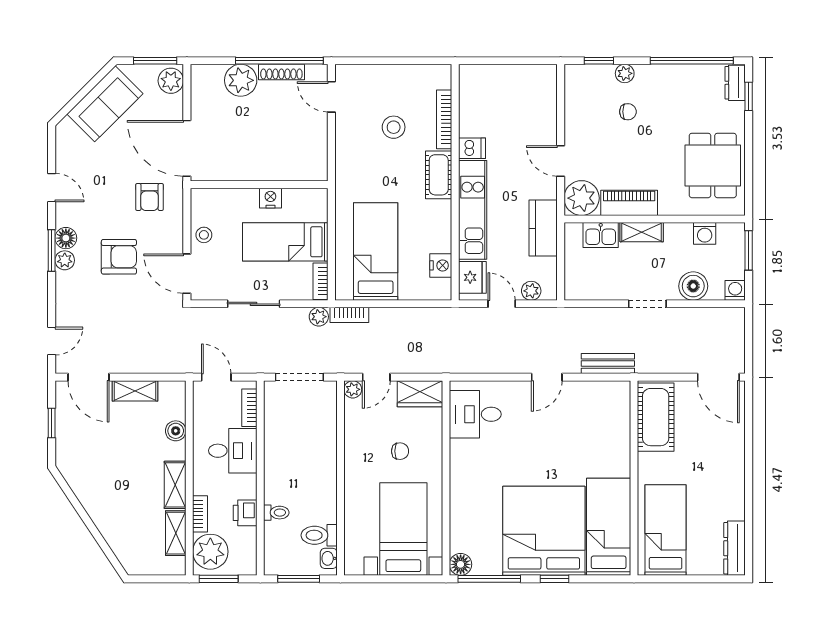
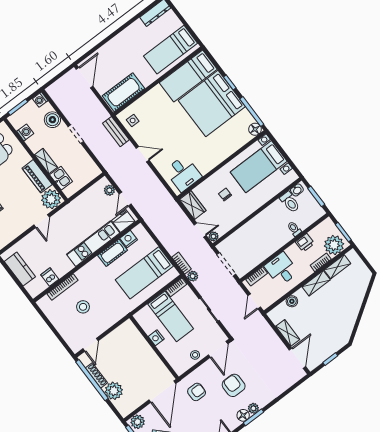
dishwasher: (472, 148) -> (50, 277), moved
cot: (439, 175) -> (113, 253), moved
kitchen counter: (543, 228) -> (20, 269), moved, turned -90
door: (52, 341) -> (294, 387), removed
side table: (605, 400) -> (133, 120), added

